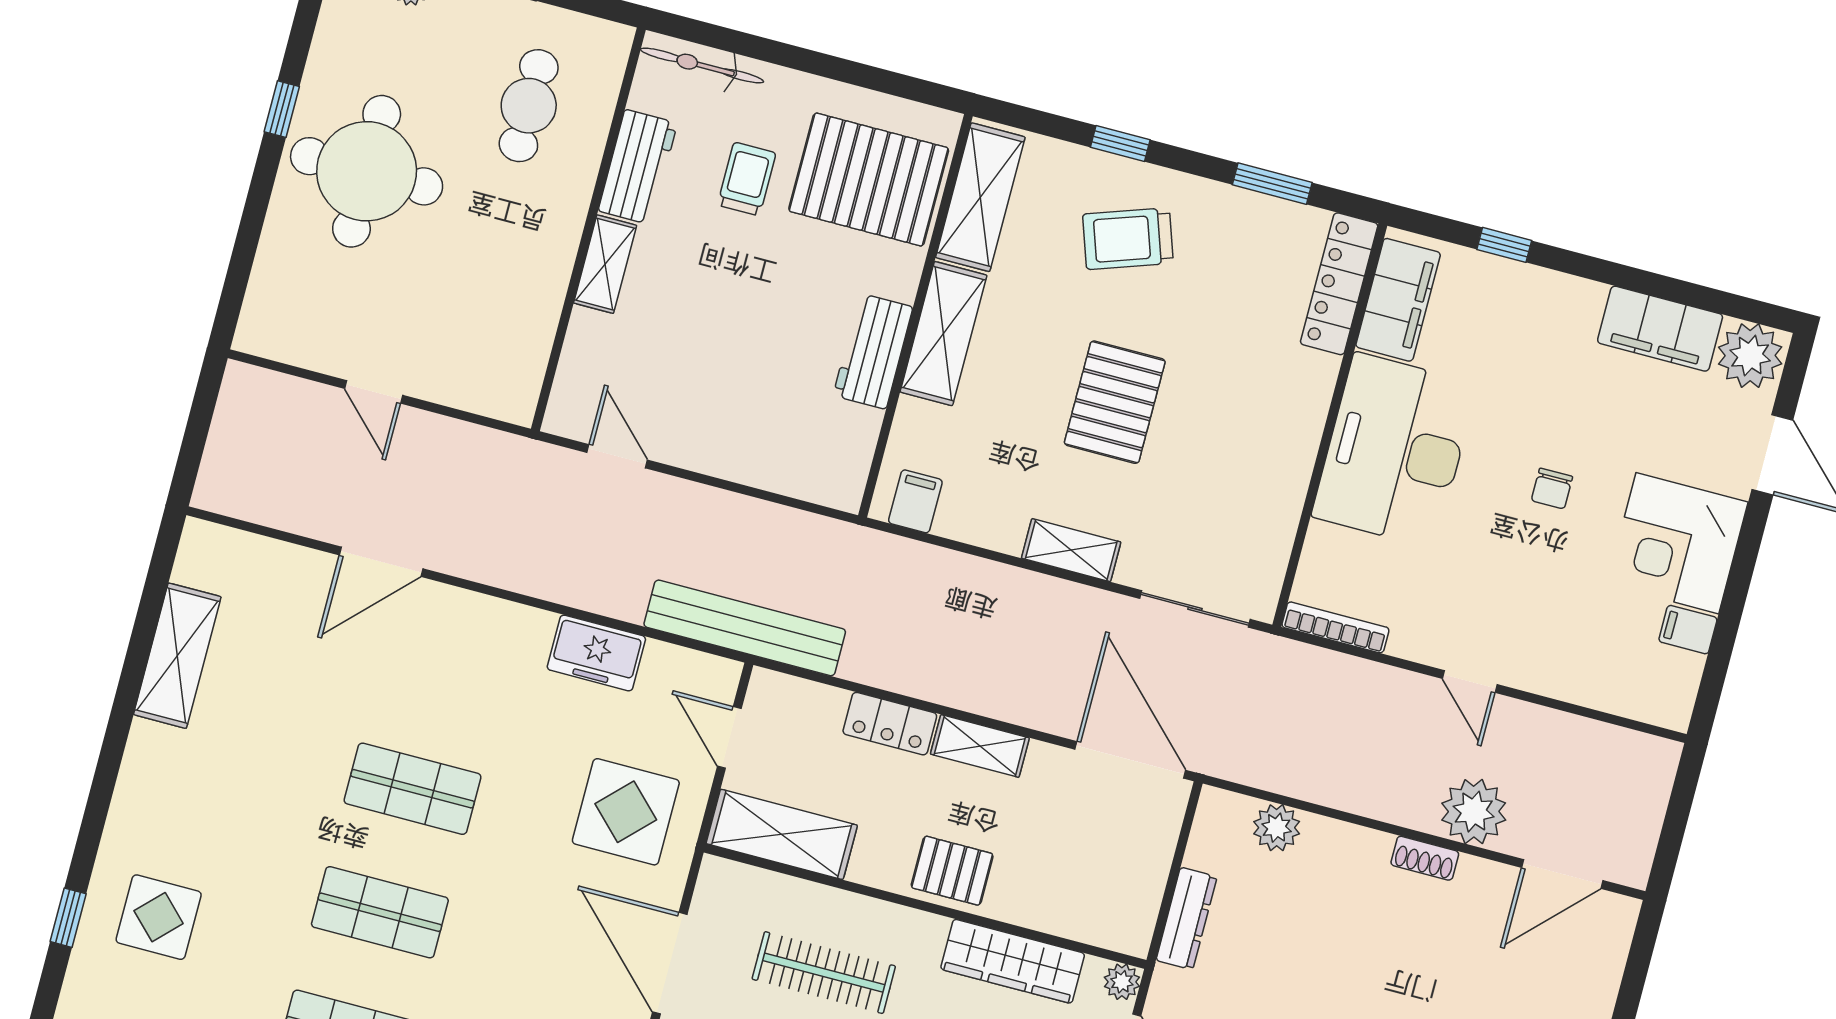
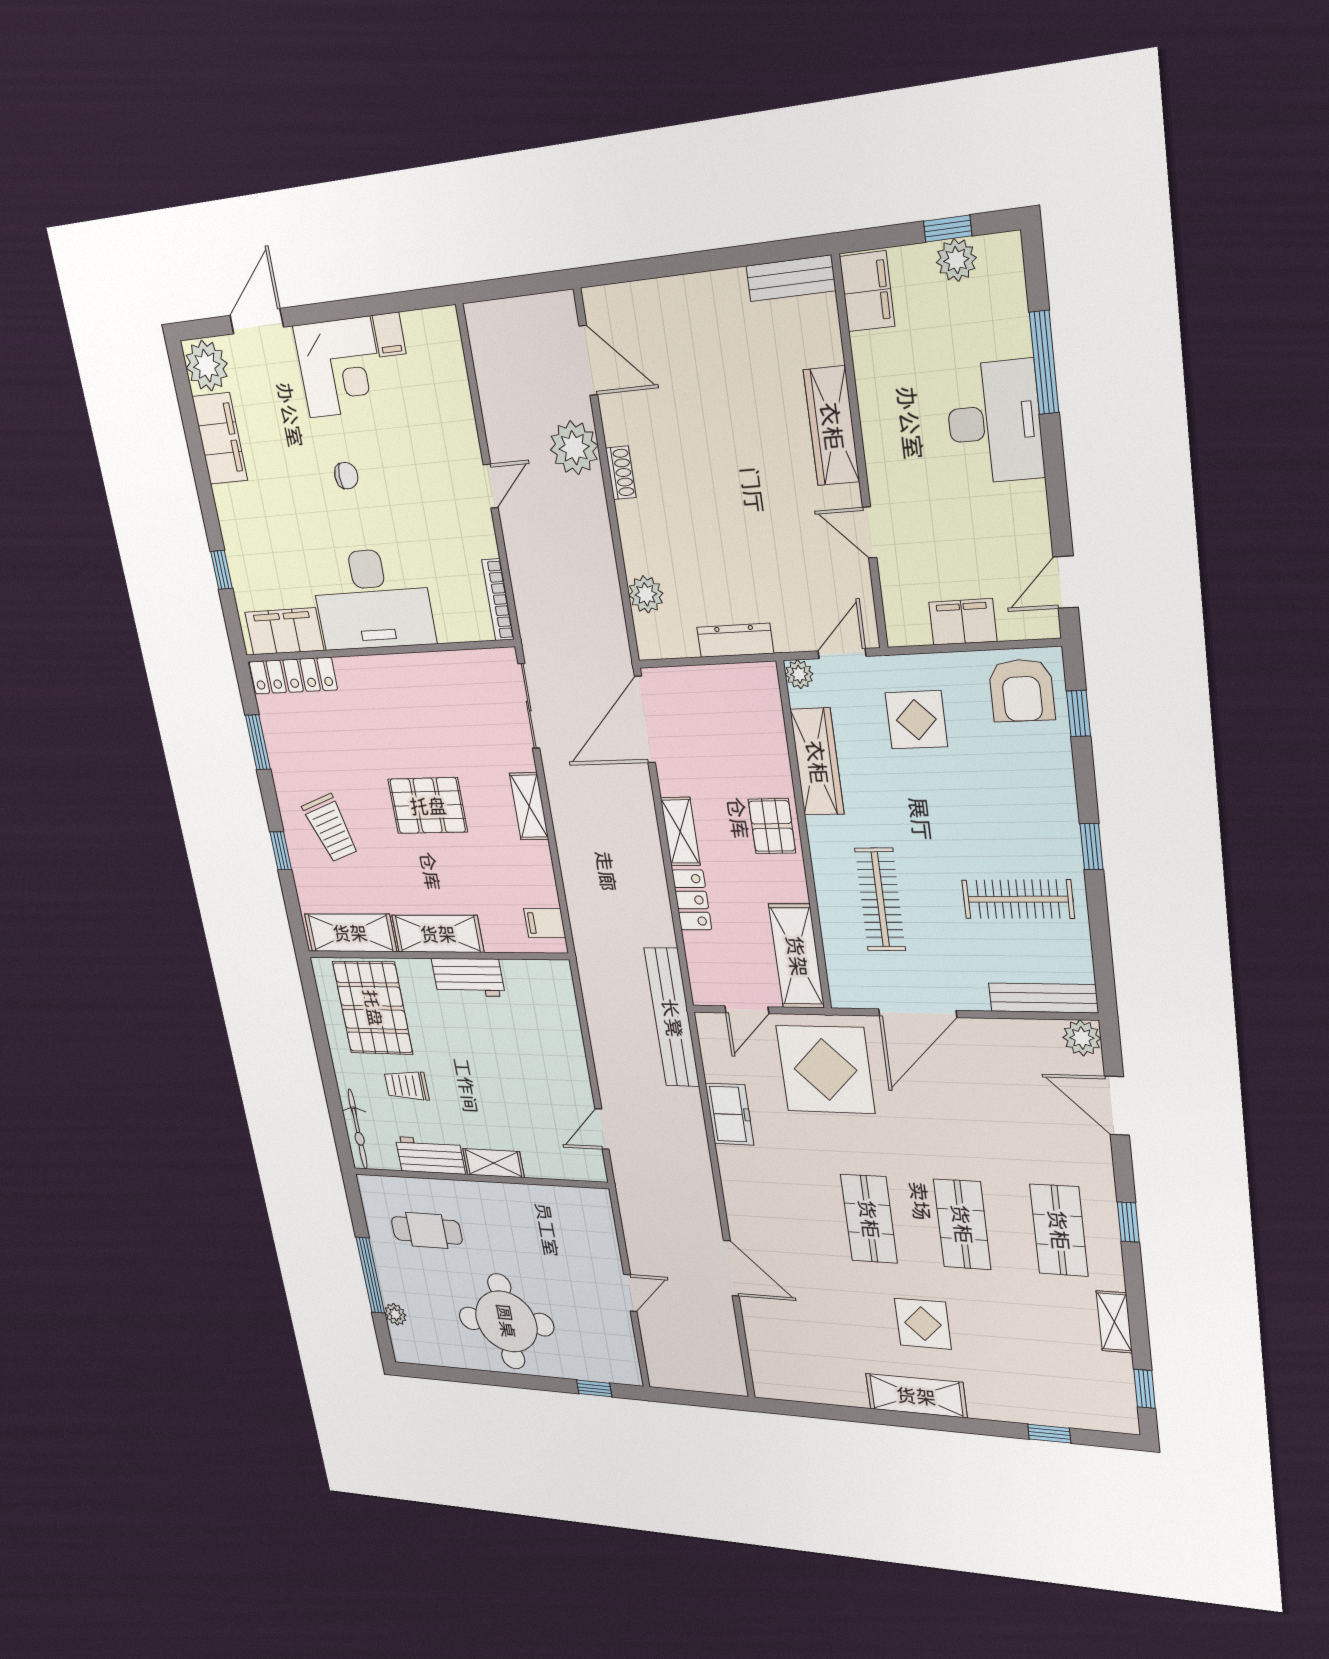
window: (282, 109) -> (594, 1388), moved
shelving: (177, 656) -> (916, 1396), moved
display table: (626, 812) -> (825, 1070), width x1.36, depth x1.36
display table: (159, 917) -> (923, 1324), moved

